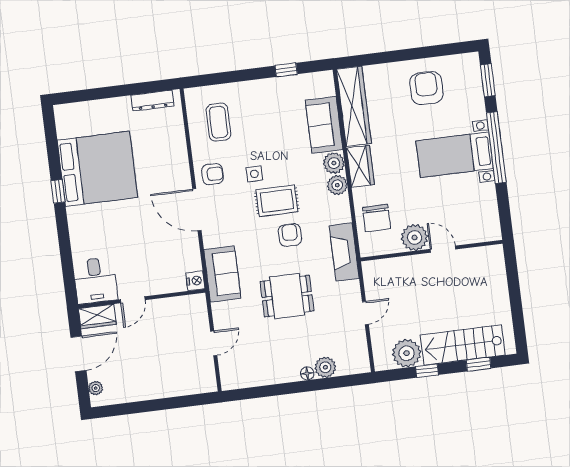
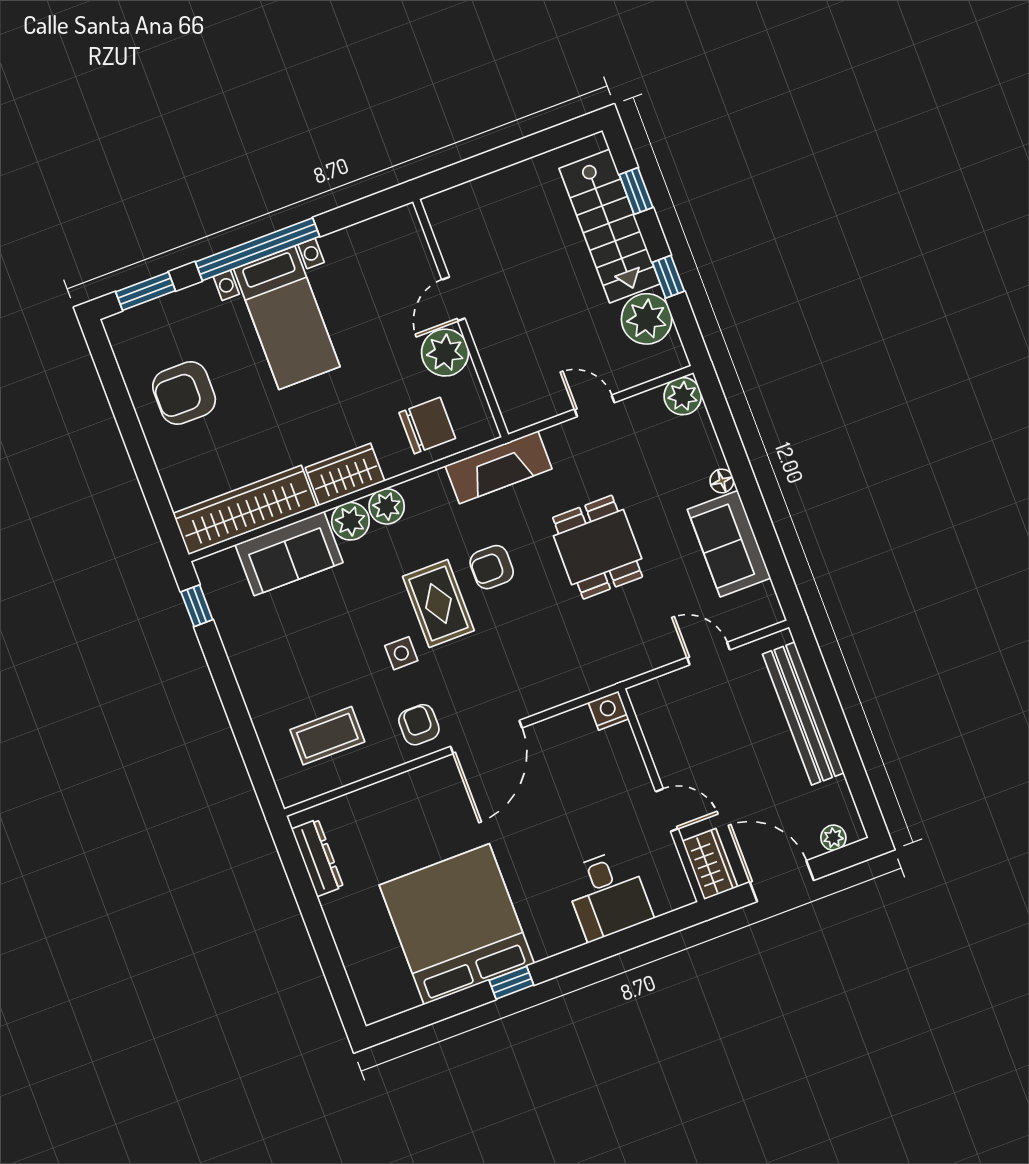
window: (286, 70) -> (197, 606), moved
sofa: (222, 274) -> (729, 544), moved, turned -90
desk: (95, 281) -> (608, 895), moved, turned 90
plant: (325, 367) -> (683, 396), moved
bench: (168, 388) -> (803, 714), added

